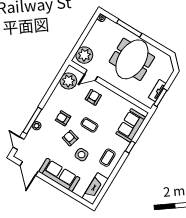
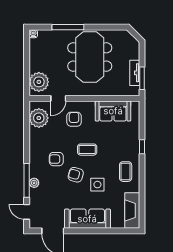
sofa: (131, 125) -> (113, 111), moved, turned -90

